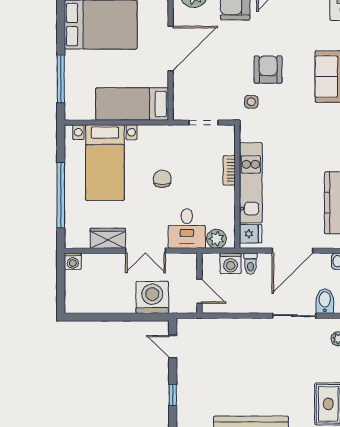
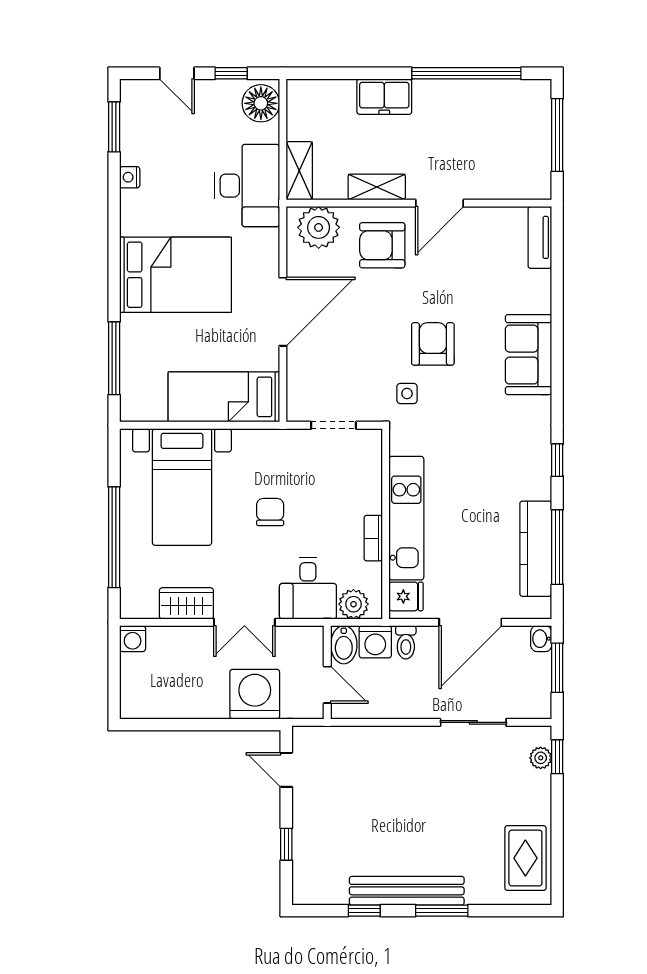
bookcase: (229, 170) -> (373, 538), moved
bidet: (325, 301) -> (344, 645), moved, turned 180

